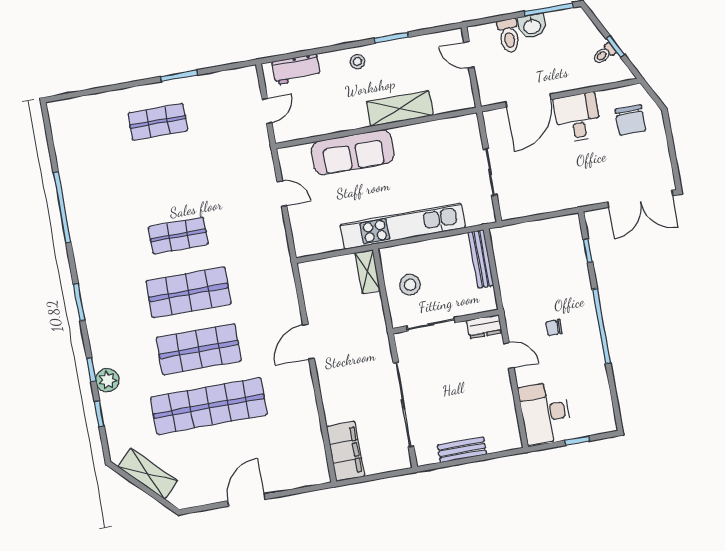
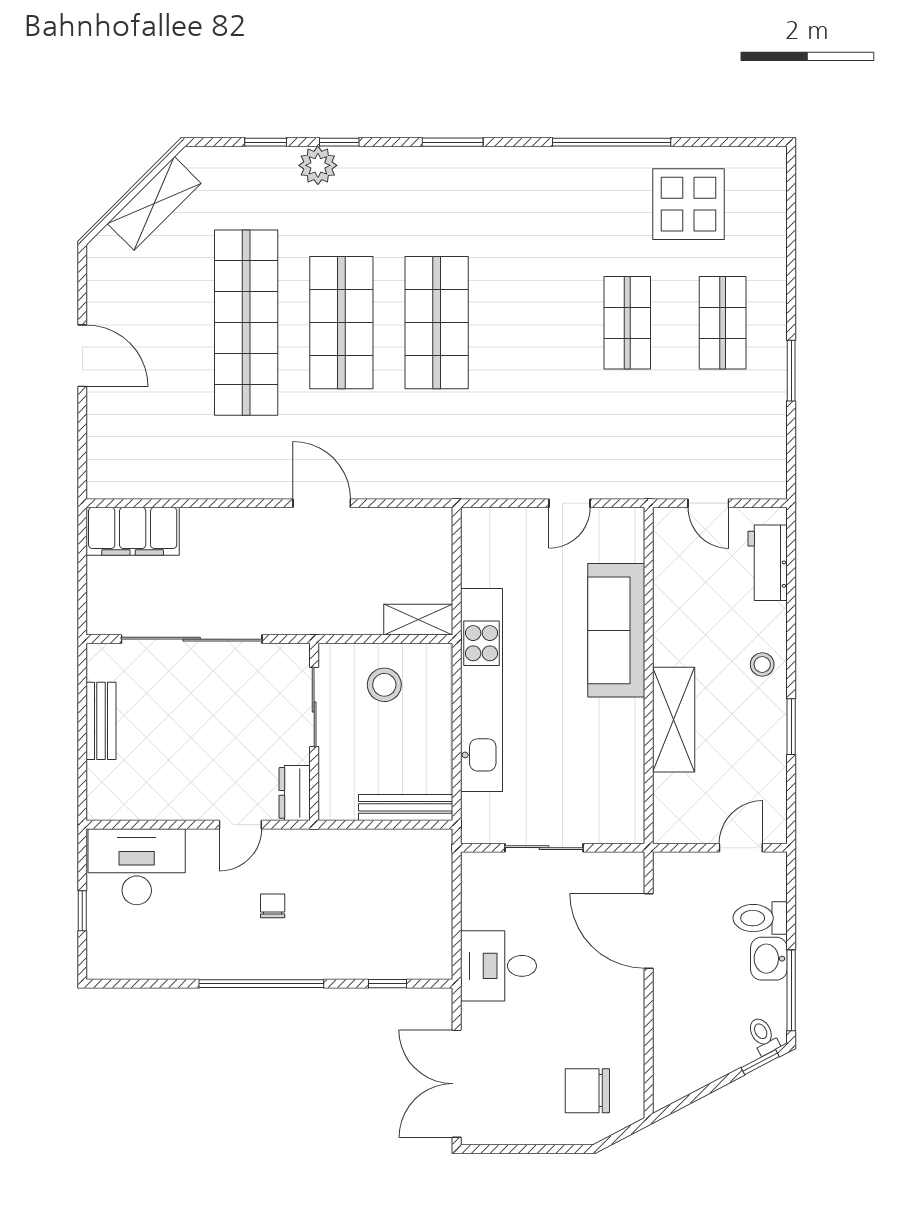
window: (615, 47) -> (760, 1062), moved
toilet: (604, 54) -> (763, 1036), moved
desk: (577, 118) -> (498, 966), moved, turned 180
display table: (91, 155) -> (688, 204), added
shop shelf: (178, 236) -> (627, 323), moved

